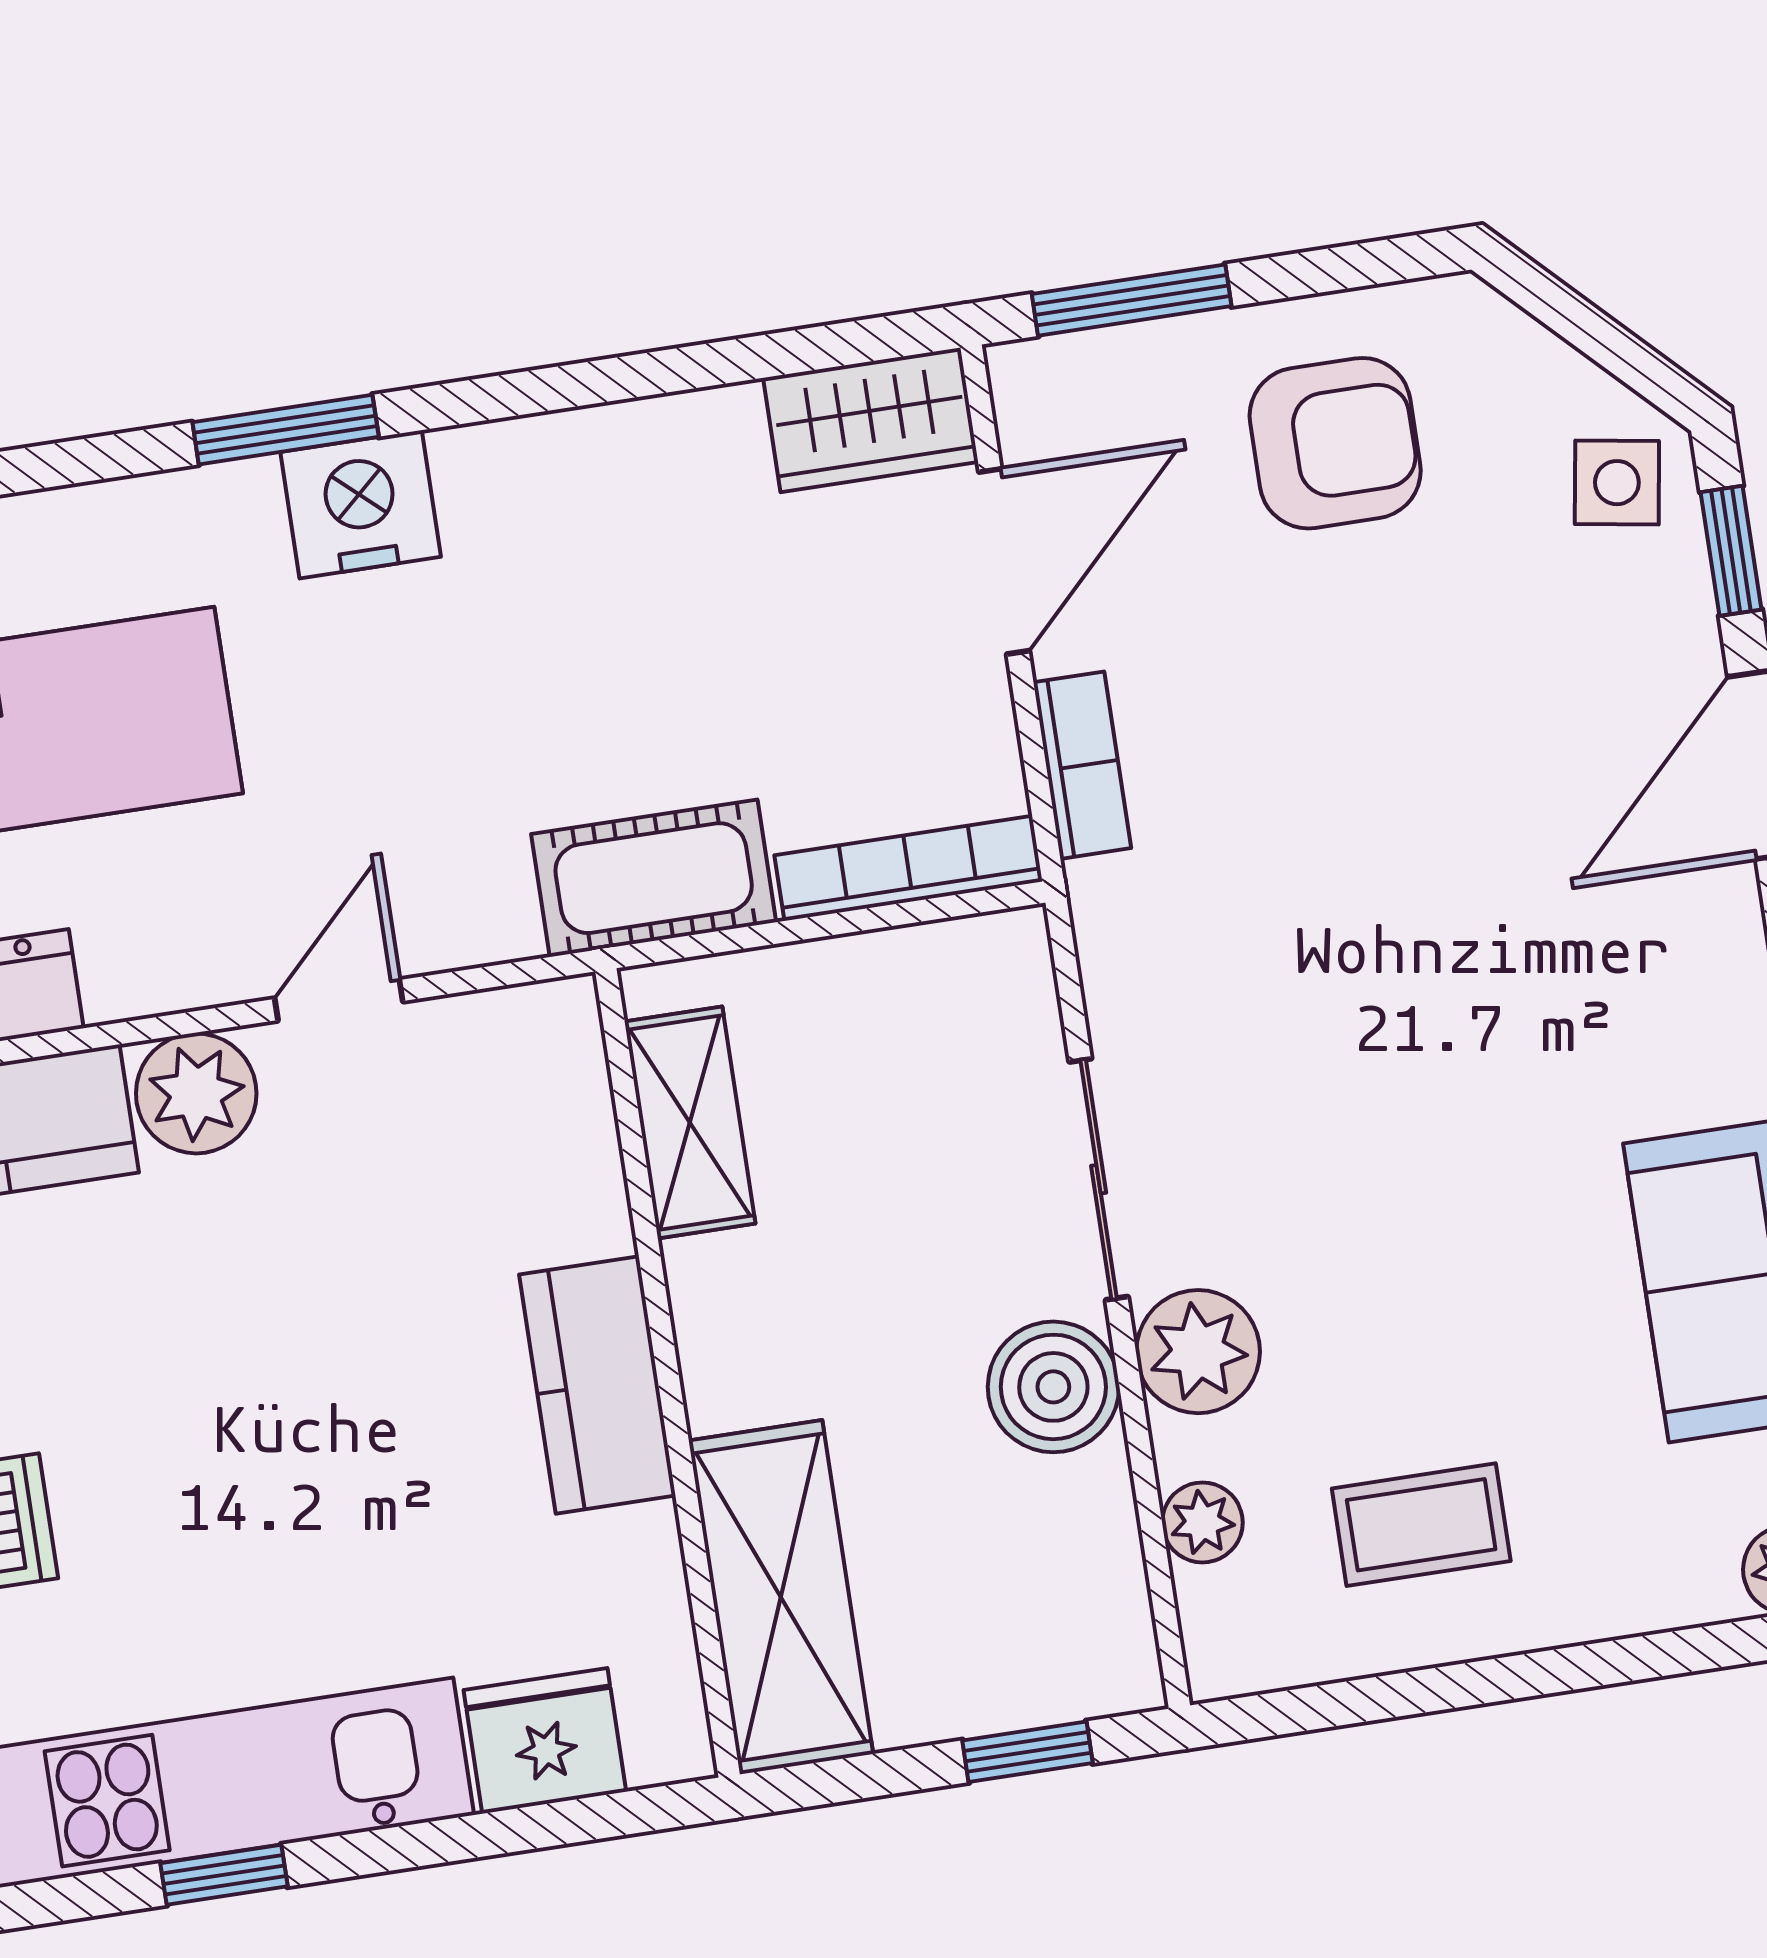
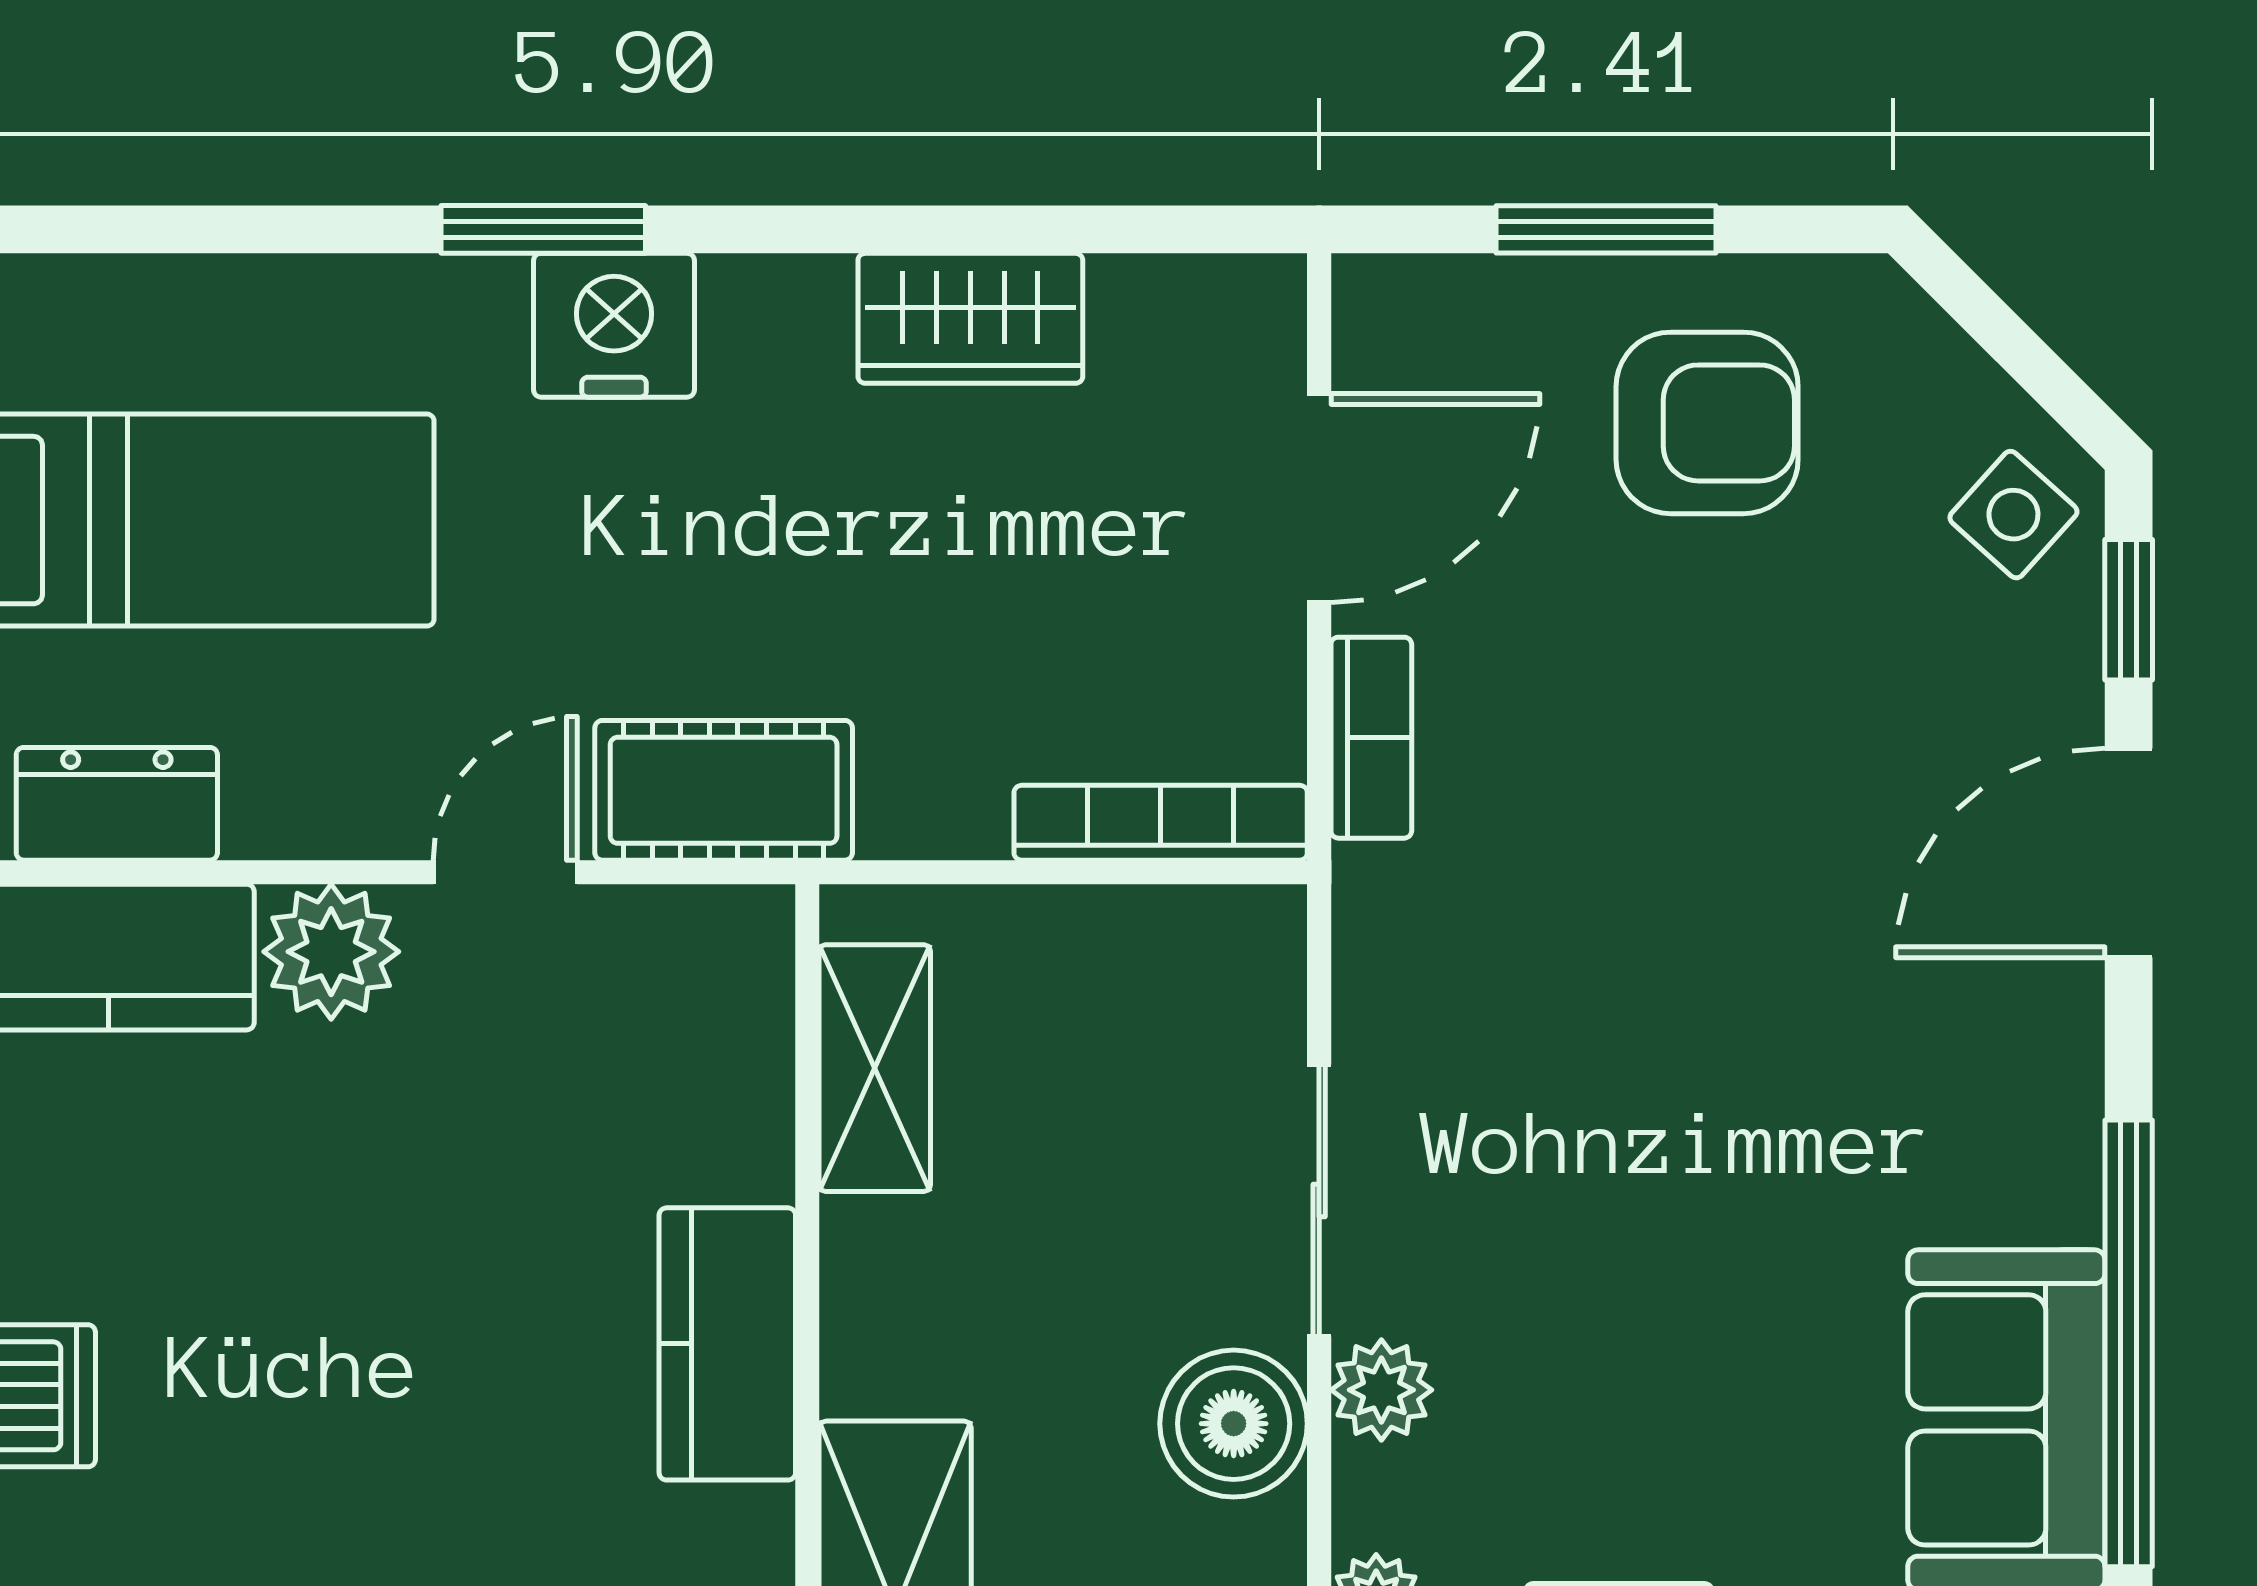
window: (1132, 300) -> (1606, 229), moved
wardrobe: (871, 420) -> (970, 318), moved
side table: (1617, 483) -> (2013, 515), turned 33
cot: (654, 878) -> (724, 790), moved
plant: (1198, 1352) -> (1381, 1390), width x0.73, depth x0.73

